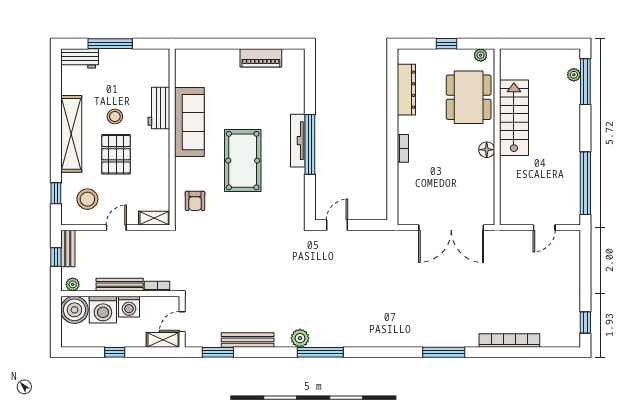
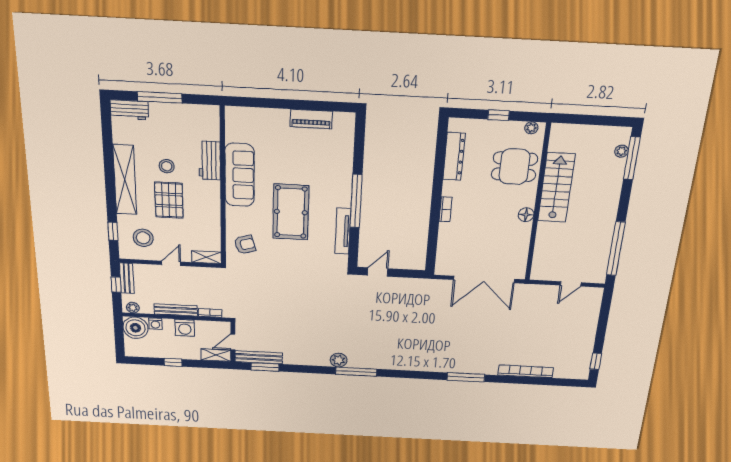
dining table: (469, 97) -> (514, 167), width x0.73
tv unit: (298, 141) -> (343, 231), moved
armchair: (195, 201) -> (245, 245), turned -107
washing machine: (103, 310) -> (155, 324), width x0.53, depth x0.53
bench: (248, 340) -> (259, 357), moved

